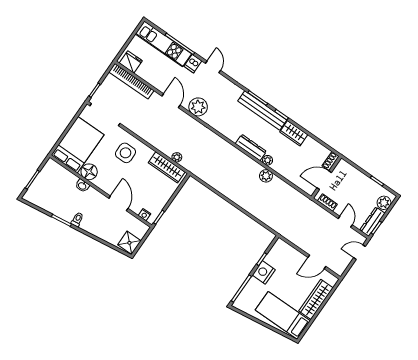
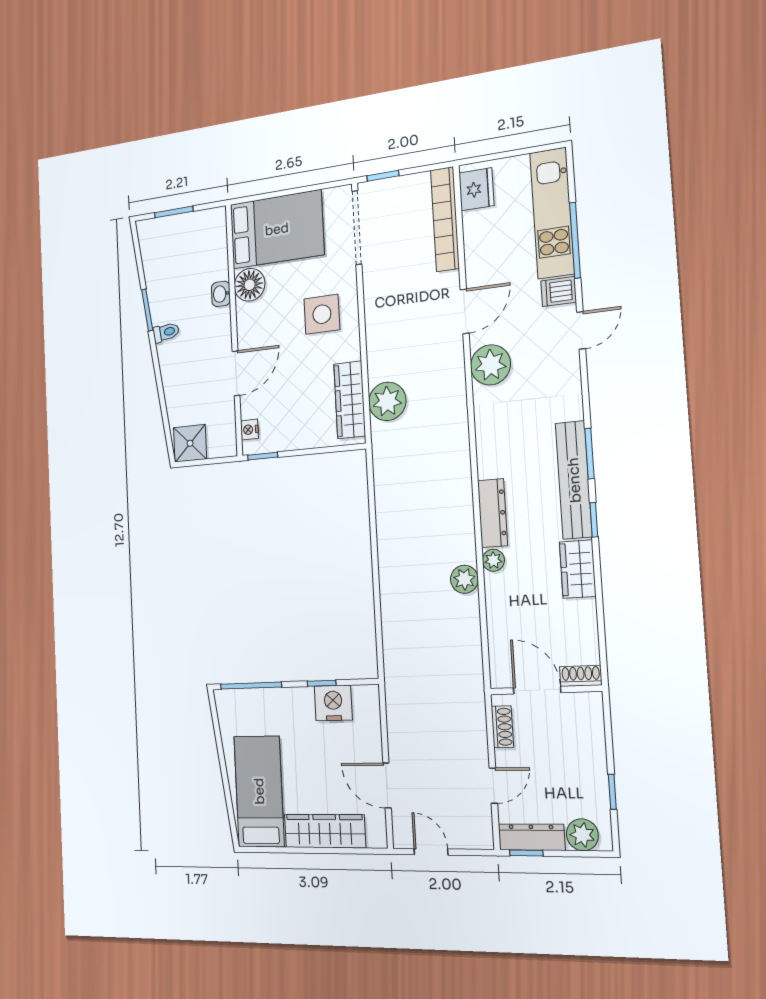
plant: (177, 157) -> (387, 401), width x1.87, depth x1.87
door: (360, 252) -> (431, 852), moved
nightstand: (264, 272) -> (333, 703), moved

